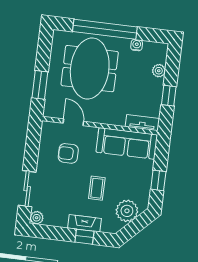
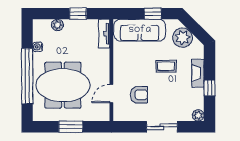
window: (40, 85) -> (71, 127), moved
sofa: (127, 143) -> (140, 30), moved, turned 90
armchair: (68, 153) -> (139, 95), turned -90
sliding door: (27, 189) -> (162, 127), moved
window: (84, 237) -> (209, 88), moved

